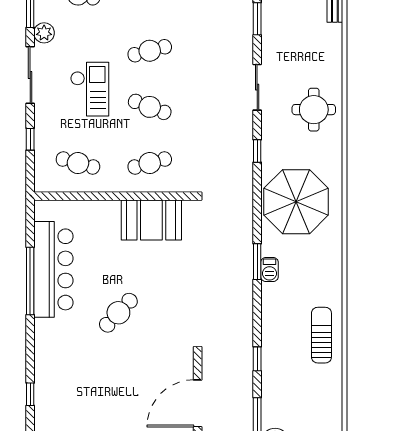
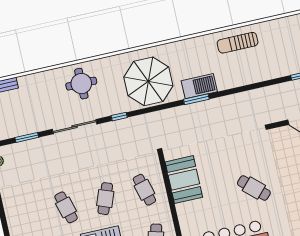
sliding door: (257, 87) -> (75, 127), width x1.37
barbecue: (269, 269) -> (199, 86), width x1.88, depth x1.53
window: (257, 359) -> (264, 84), removed

